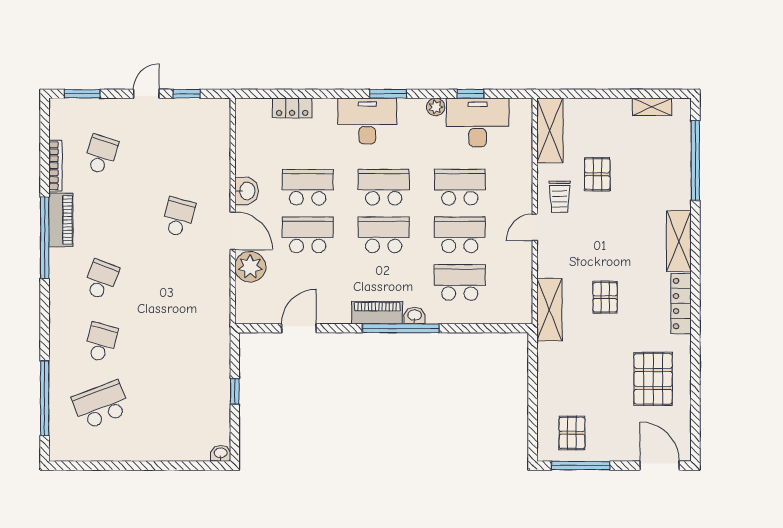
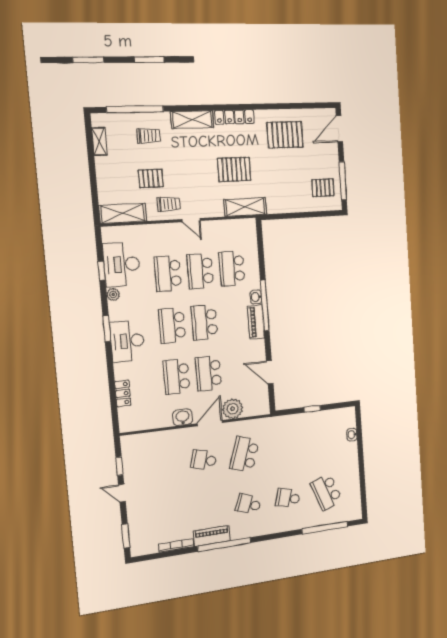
school desk: (101, 155) -> (245, 454), moved, width x1.85
trolley: (658, 176) -> (149, 136), added
pallet: (605, 297) -> (234, 169), width x1.50, depth x1.42
washbasin: (221, 453) -> (352, 435), moved

